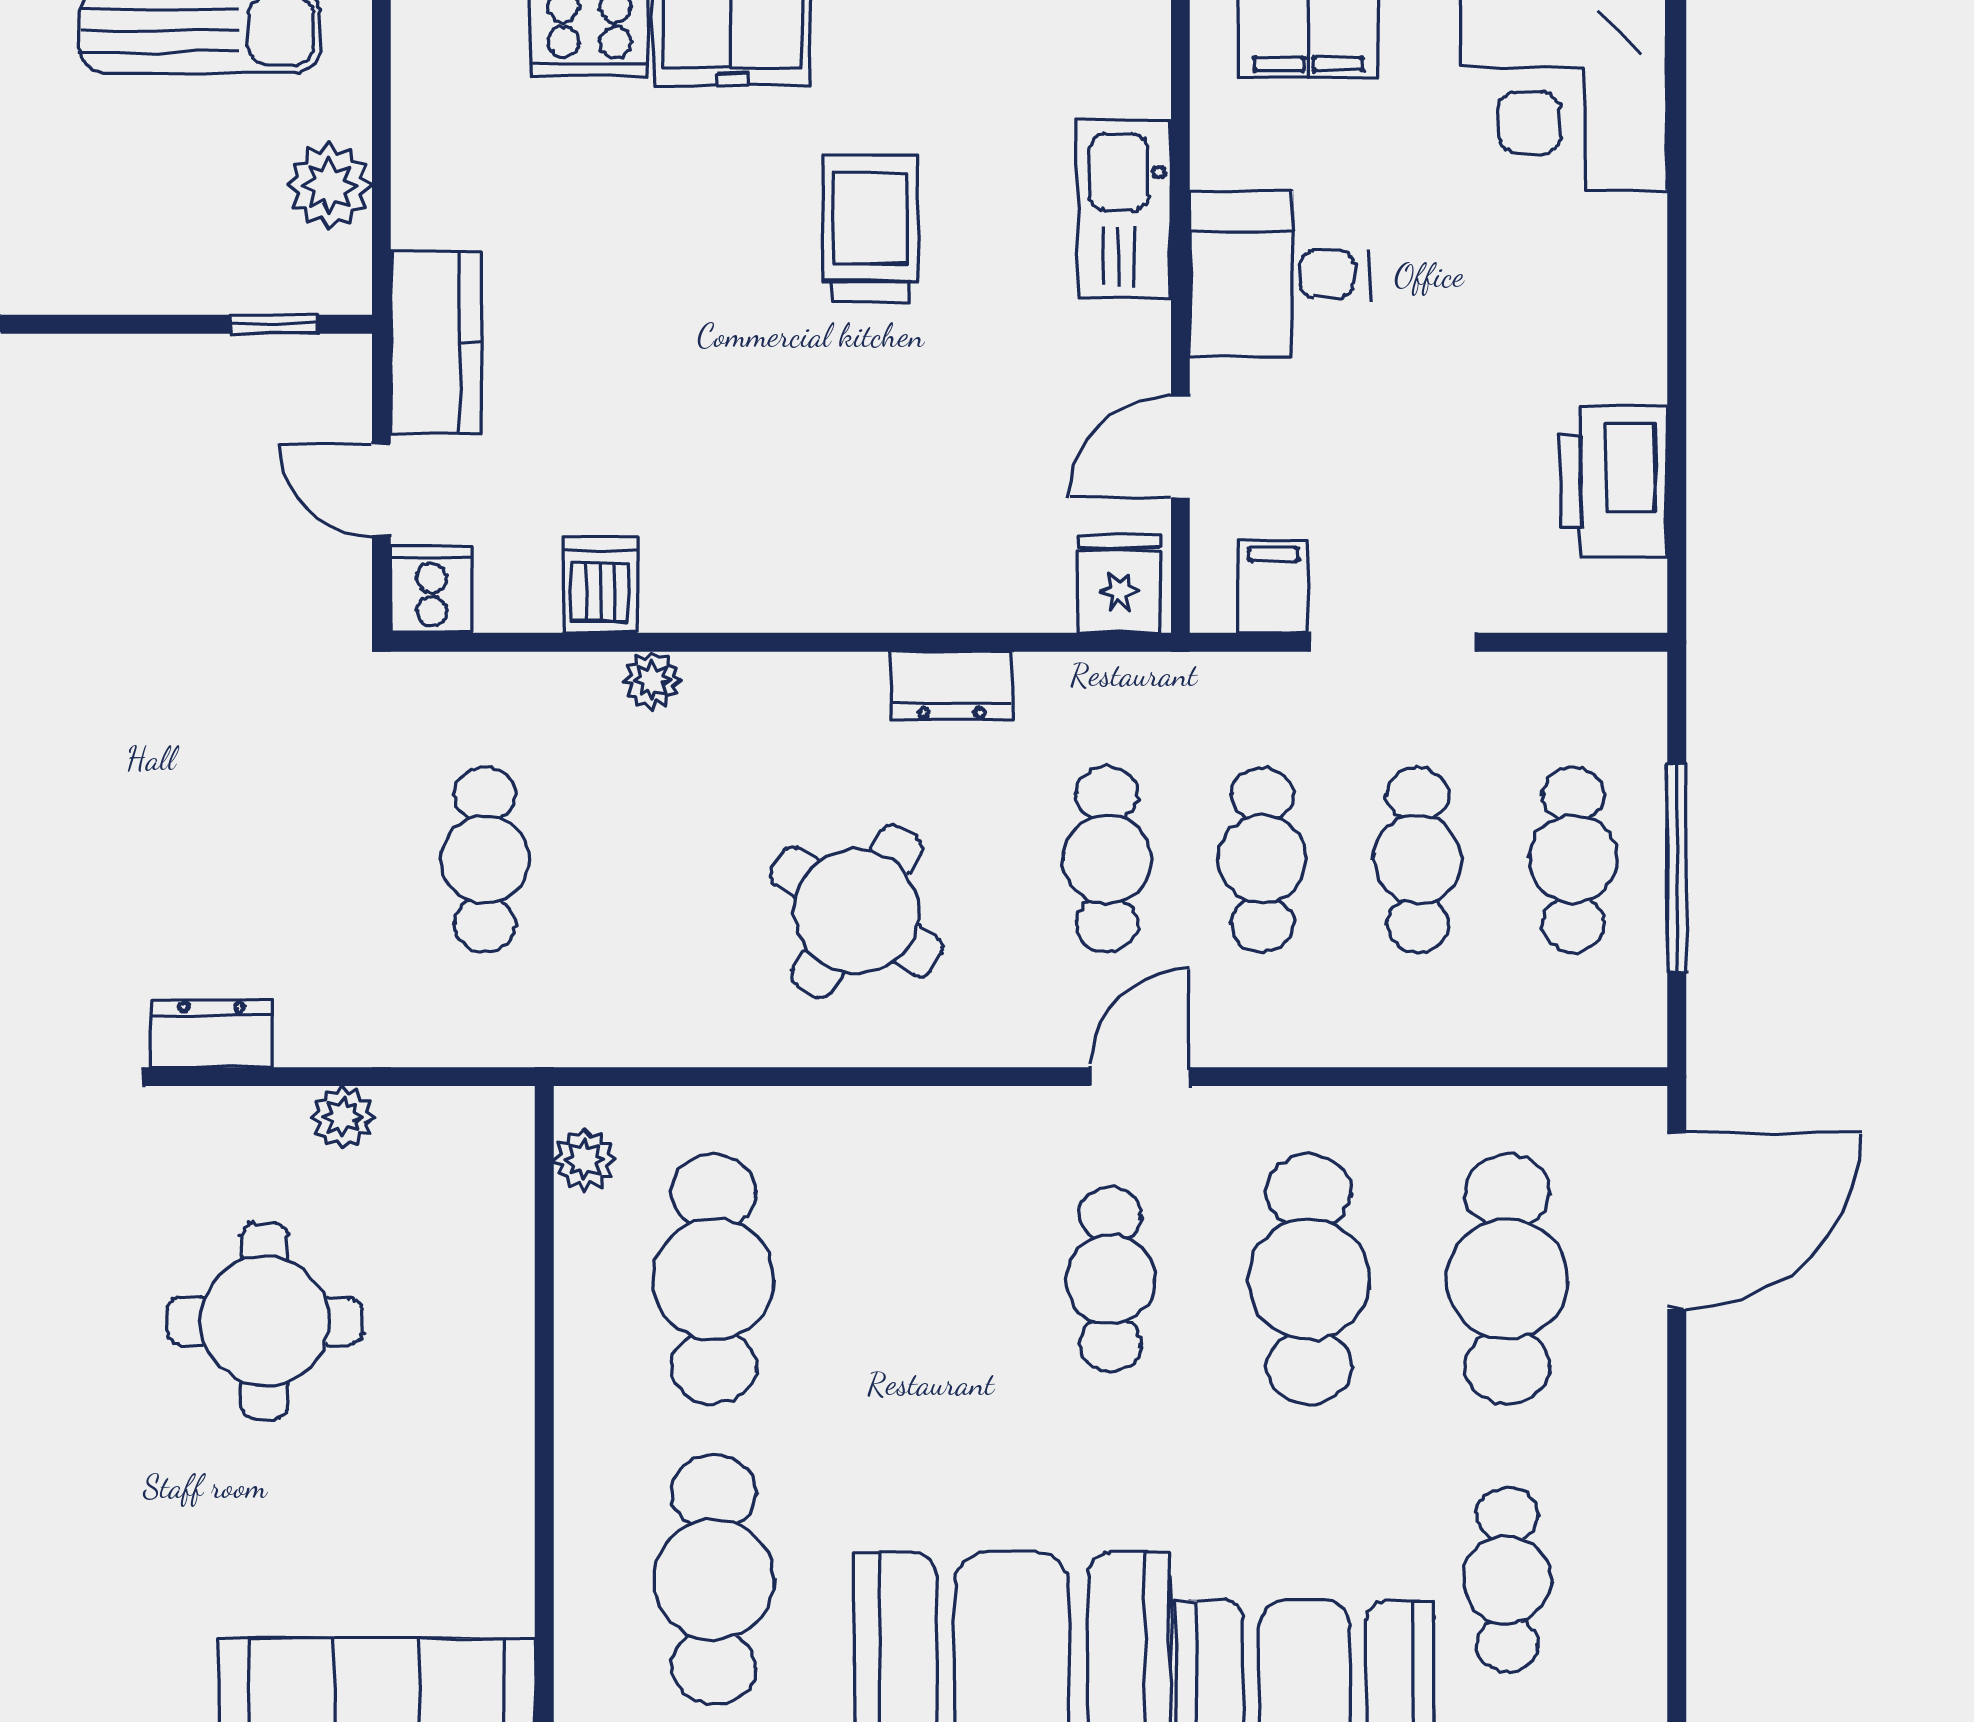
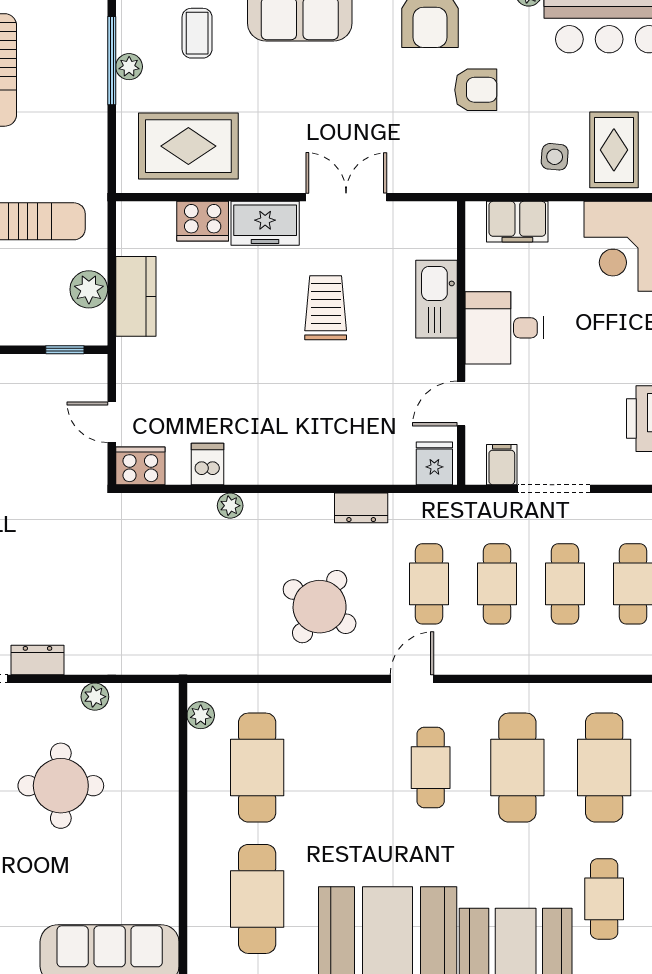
kitchen counter: (436, 342) -> (136, 296), moved
cooker: (432, 590) -> (140, 466), width x1.36
cafe table: (485, 859) -> (157, 584), removed
door: (1140, 1077) -> (412, 679), moved

